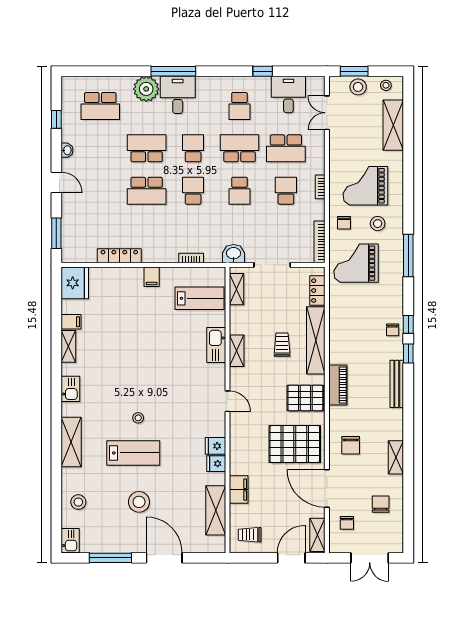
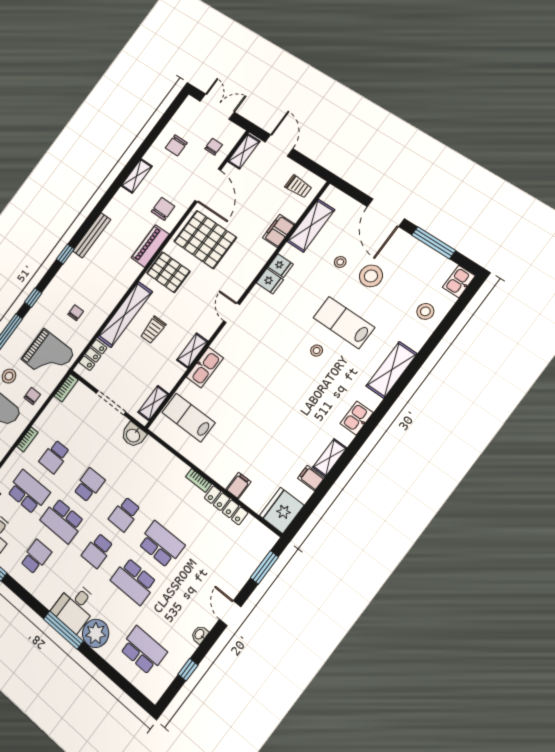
bookcase: (320, 242) -> (66, 388), width x0.64
bookcase: (191, 258) -> (199, 480), moved
filing cabinet: (152, 277) -> (238, 486), moved
window: (408, 324) -> (33, 298), moved
chair: (393, 330) -> (76, 313), moved
piano: (338, 385) -> (150, 246), moved
stool: (171, 497) -> (340, 262), added
door: (291, 558) -> (279, 145), swing flipped

